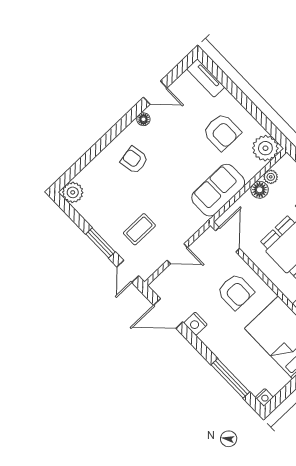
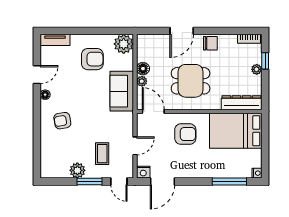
plant: (271, 177) -> (142, 81), moved
plant: (73, 192) -> (77, 170), moved
nightstand: (196, 324) -> (143, 172), moved

